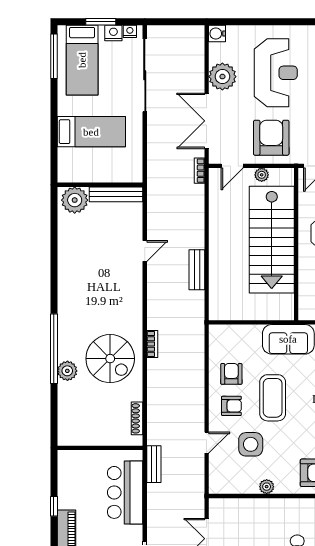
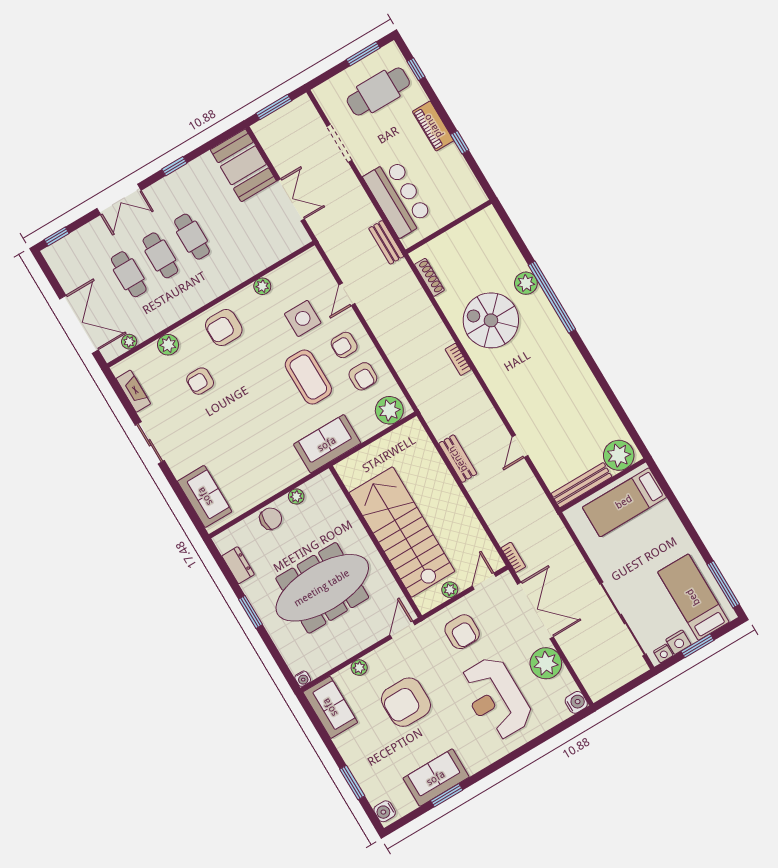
bed: (91, 132) -> (624, 502), moved
armchair: (271, 138) -> (462, 632), width x0.73, depth x0.73
plant: (227, 337) -> (389, 410), added

